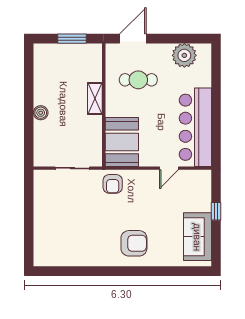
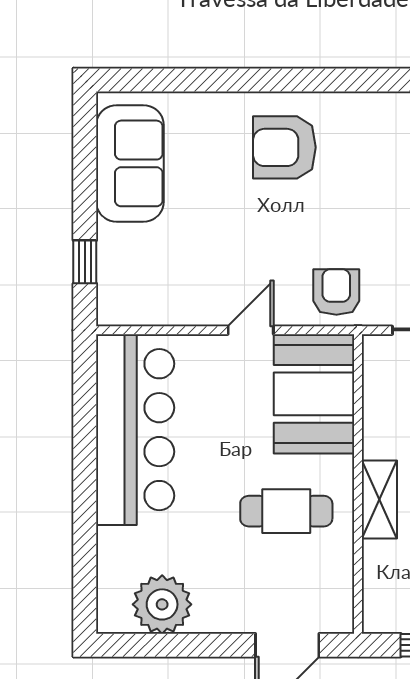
cafe table: (138, 80) -> (286, 511), moved
door: (169, 168) -> (251, 330), moved
window: (216, 211) -> (85, 262), moved

